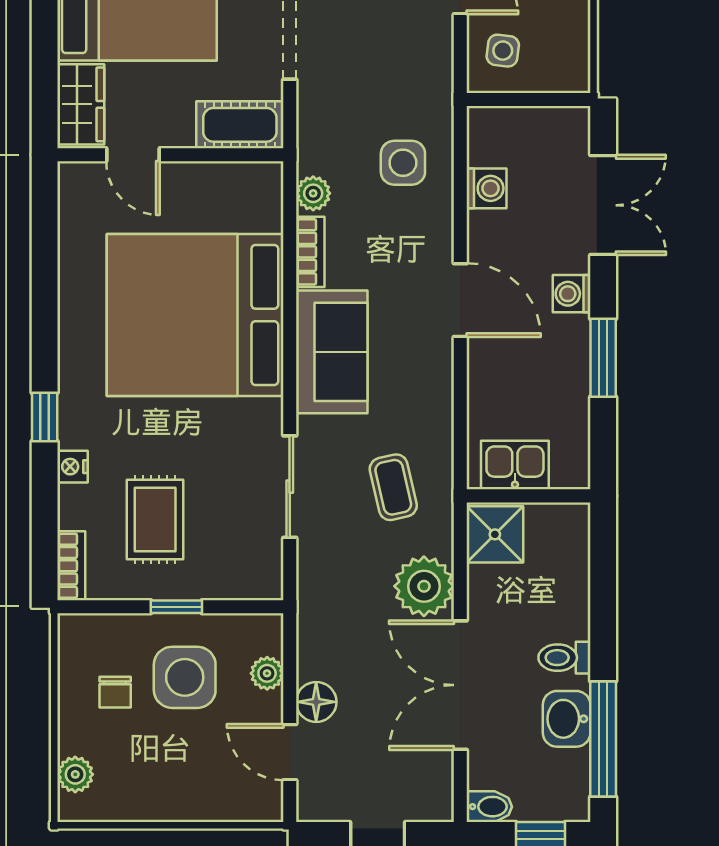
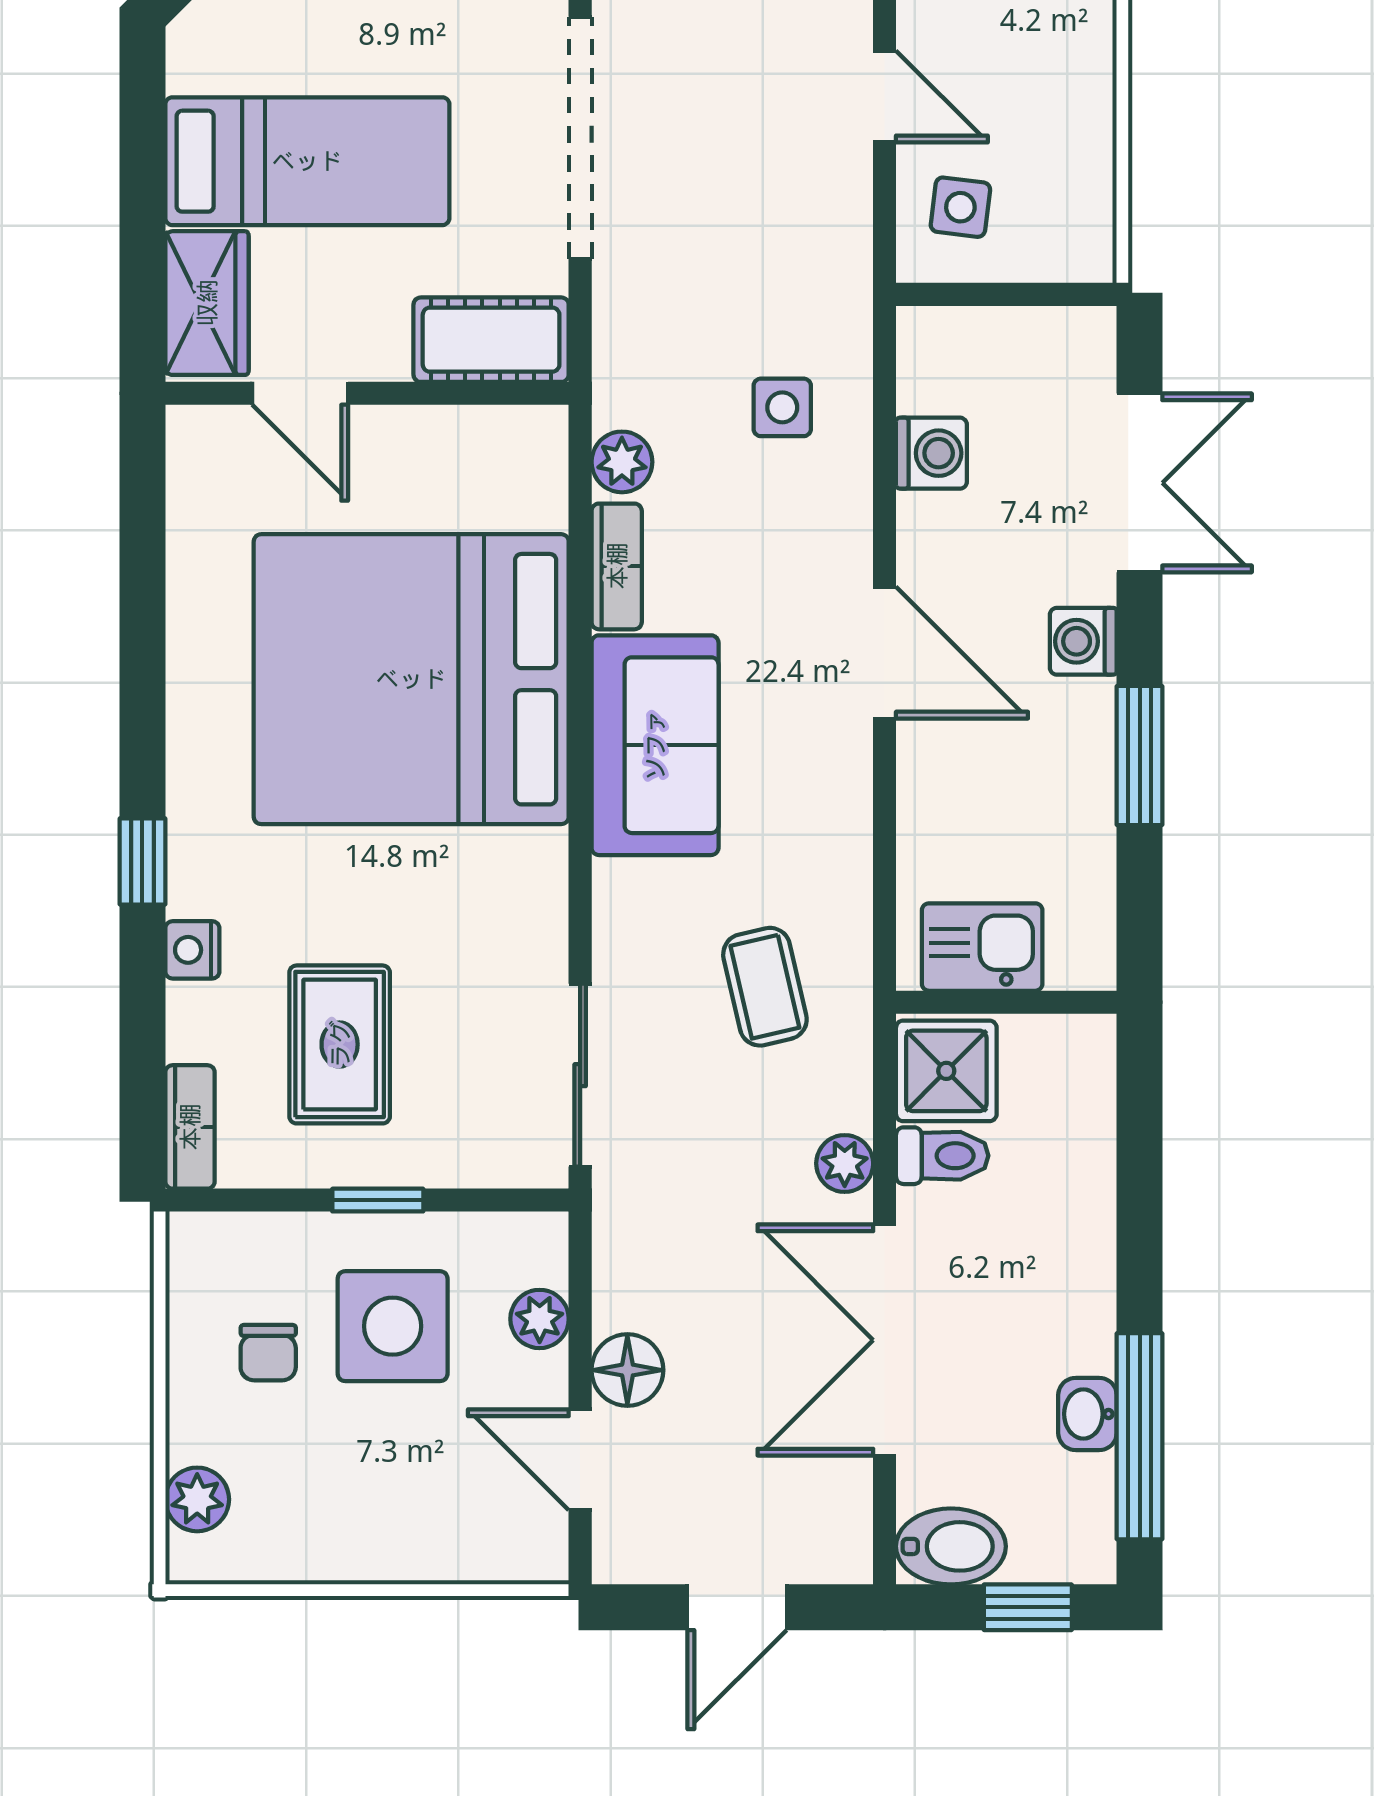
side table: (403, 163) -> (782, 407), width x0.73, depth x0.73
sliding door: (290, 487) -> (580, 1075), moved
plant: (424, 586) -> (845, 1163), width x0.53, depth x0.53
toilet: (564, 658) -> (942, 1156), moved, turned 180
washbasin: (567, 719) -> (1087, 1414), width x0.72, depth x0.69
bidet: (489, 807) -> (951, 1546), width x1.38, depth x1.36

